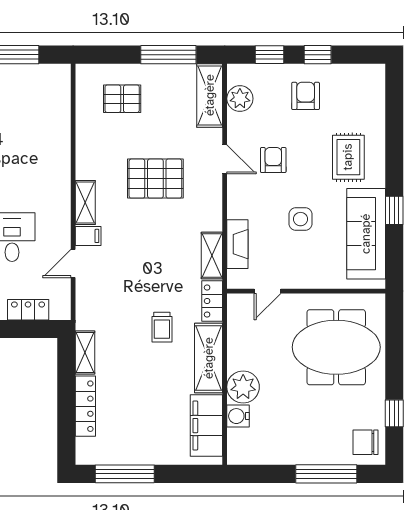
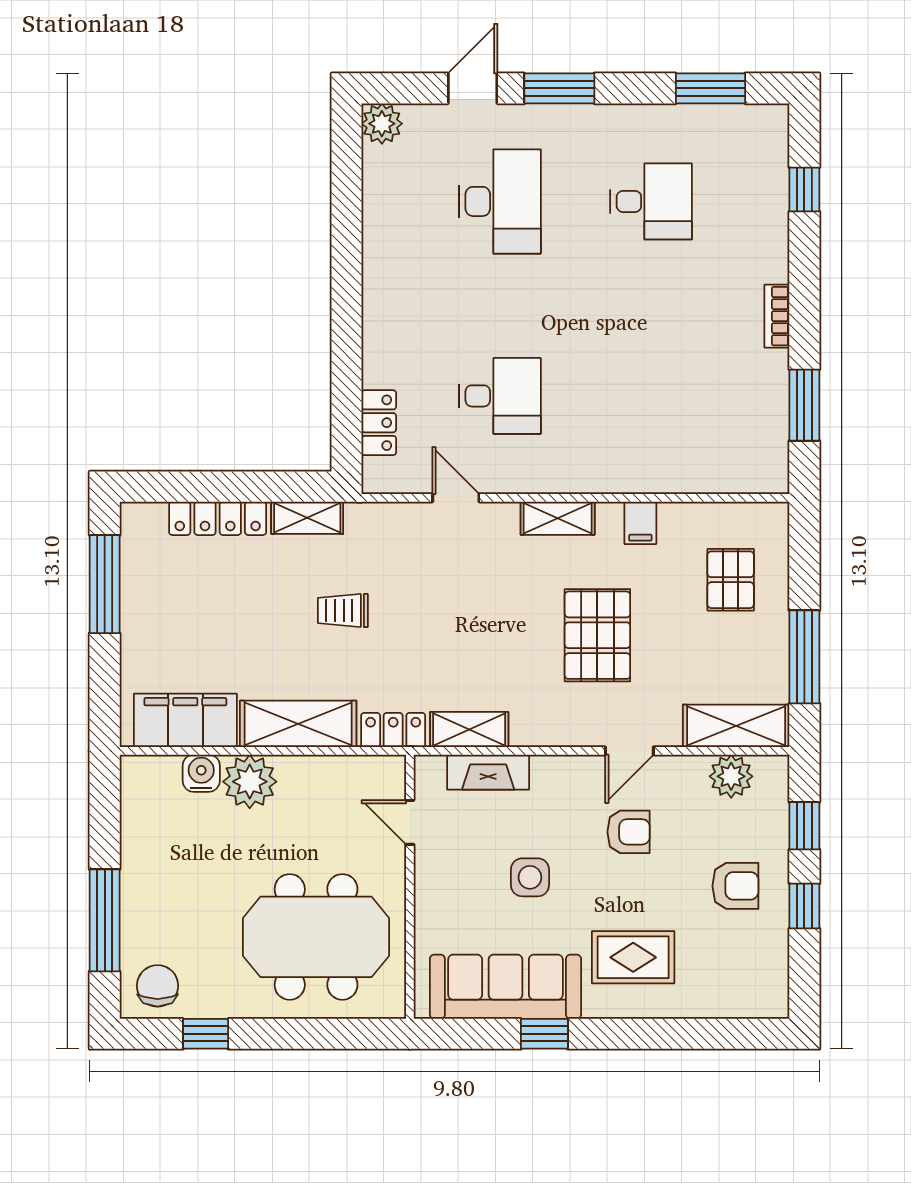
filing cabinet: (88, 236) -> (640, 523), moved
trolley: (162, 327) -> (343, 610), moved
meeting table: (336, 347) -> (316, 937), turned 90

